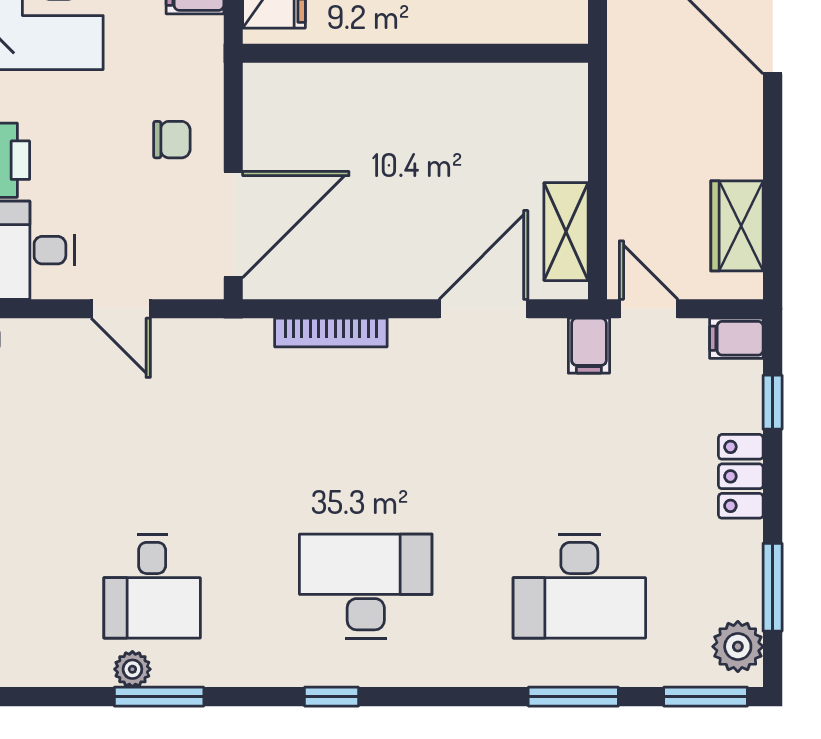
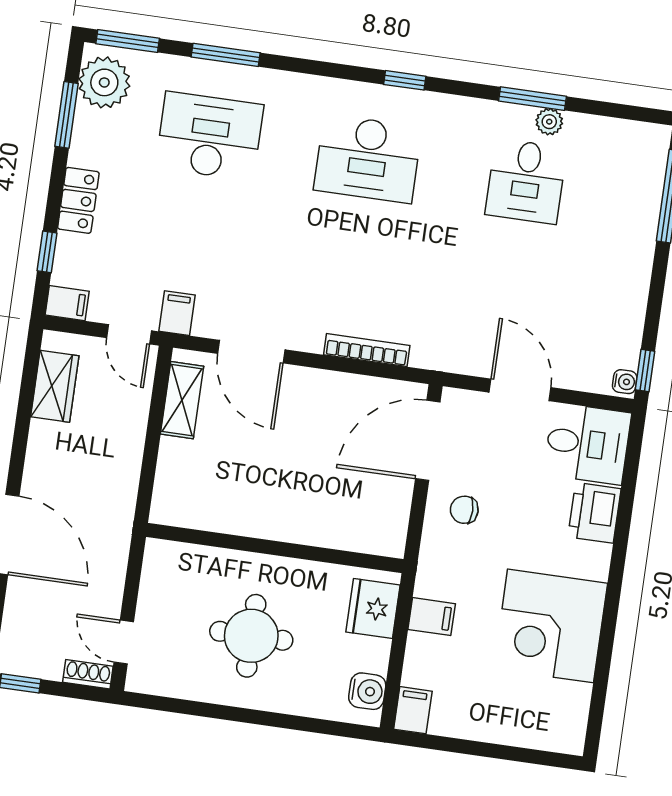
door: (121, 309) -> (520, 390), width x1.38
door: (483, 309) -> (251, 352), hinge flipped
desk: (152, 586) -> (526, 181), turned 180
plant: (738, 647) -> (104, 82), width x1.36, depth x1.36

